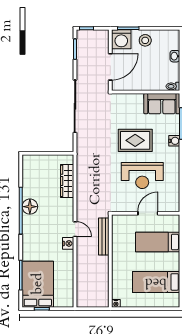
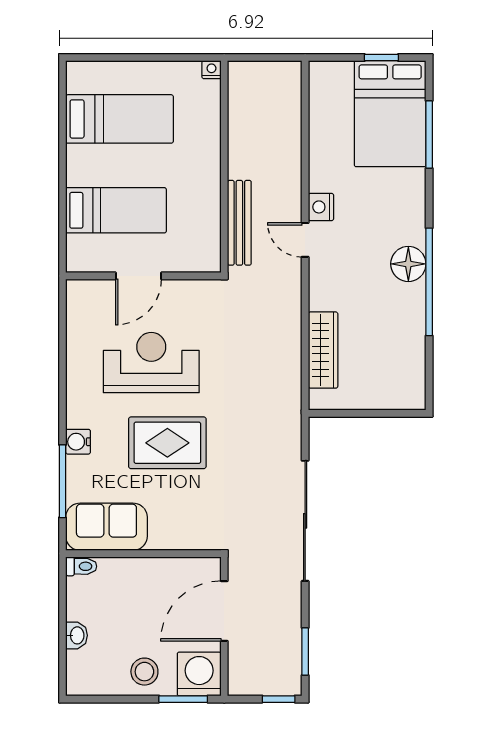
floor lamp: (30, 207) -> (408, 264), moved

